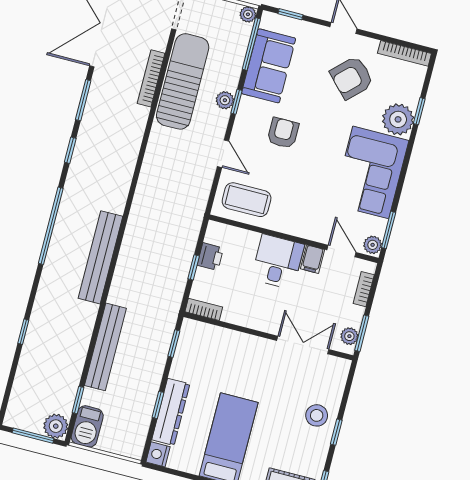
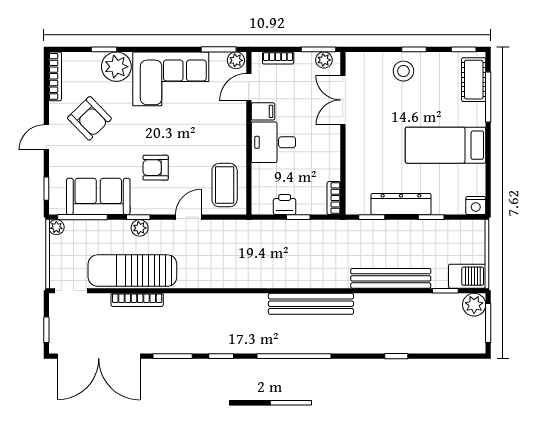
dresser: (171, 412) -> (401, 204), moved

